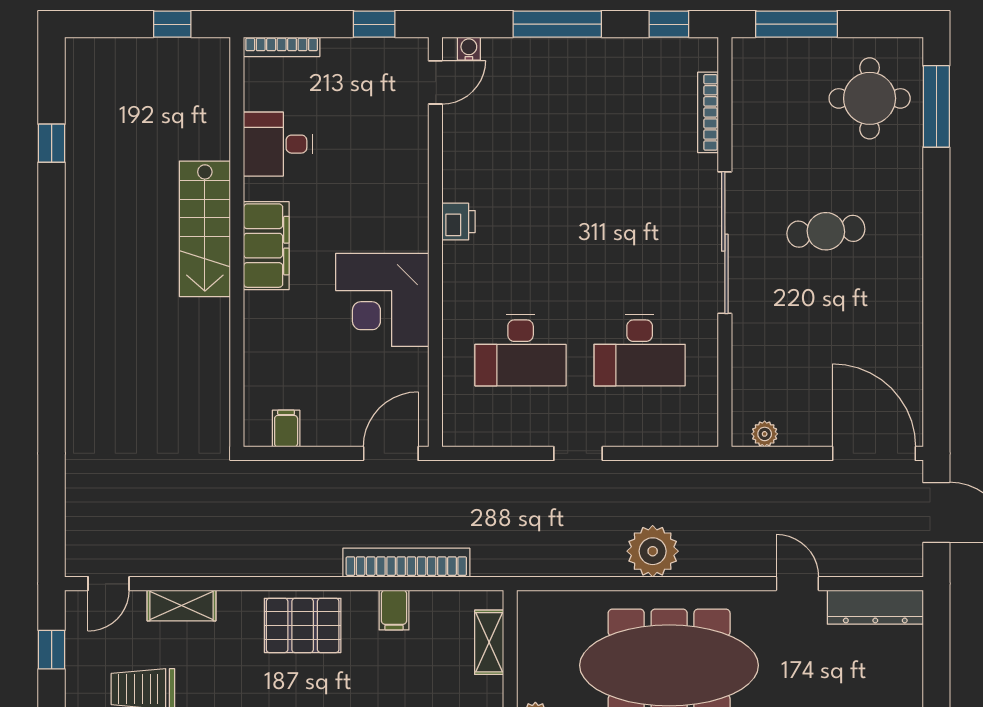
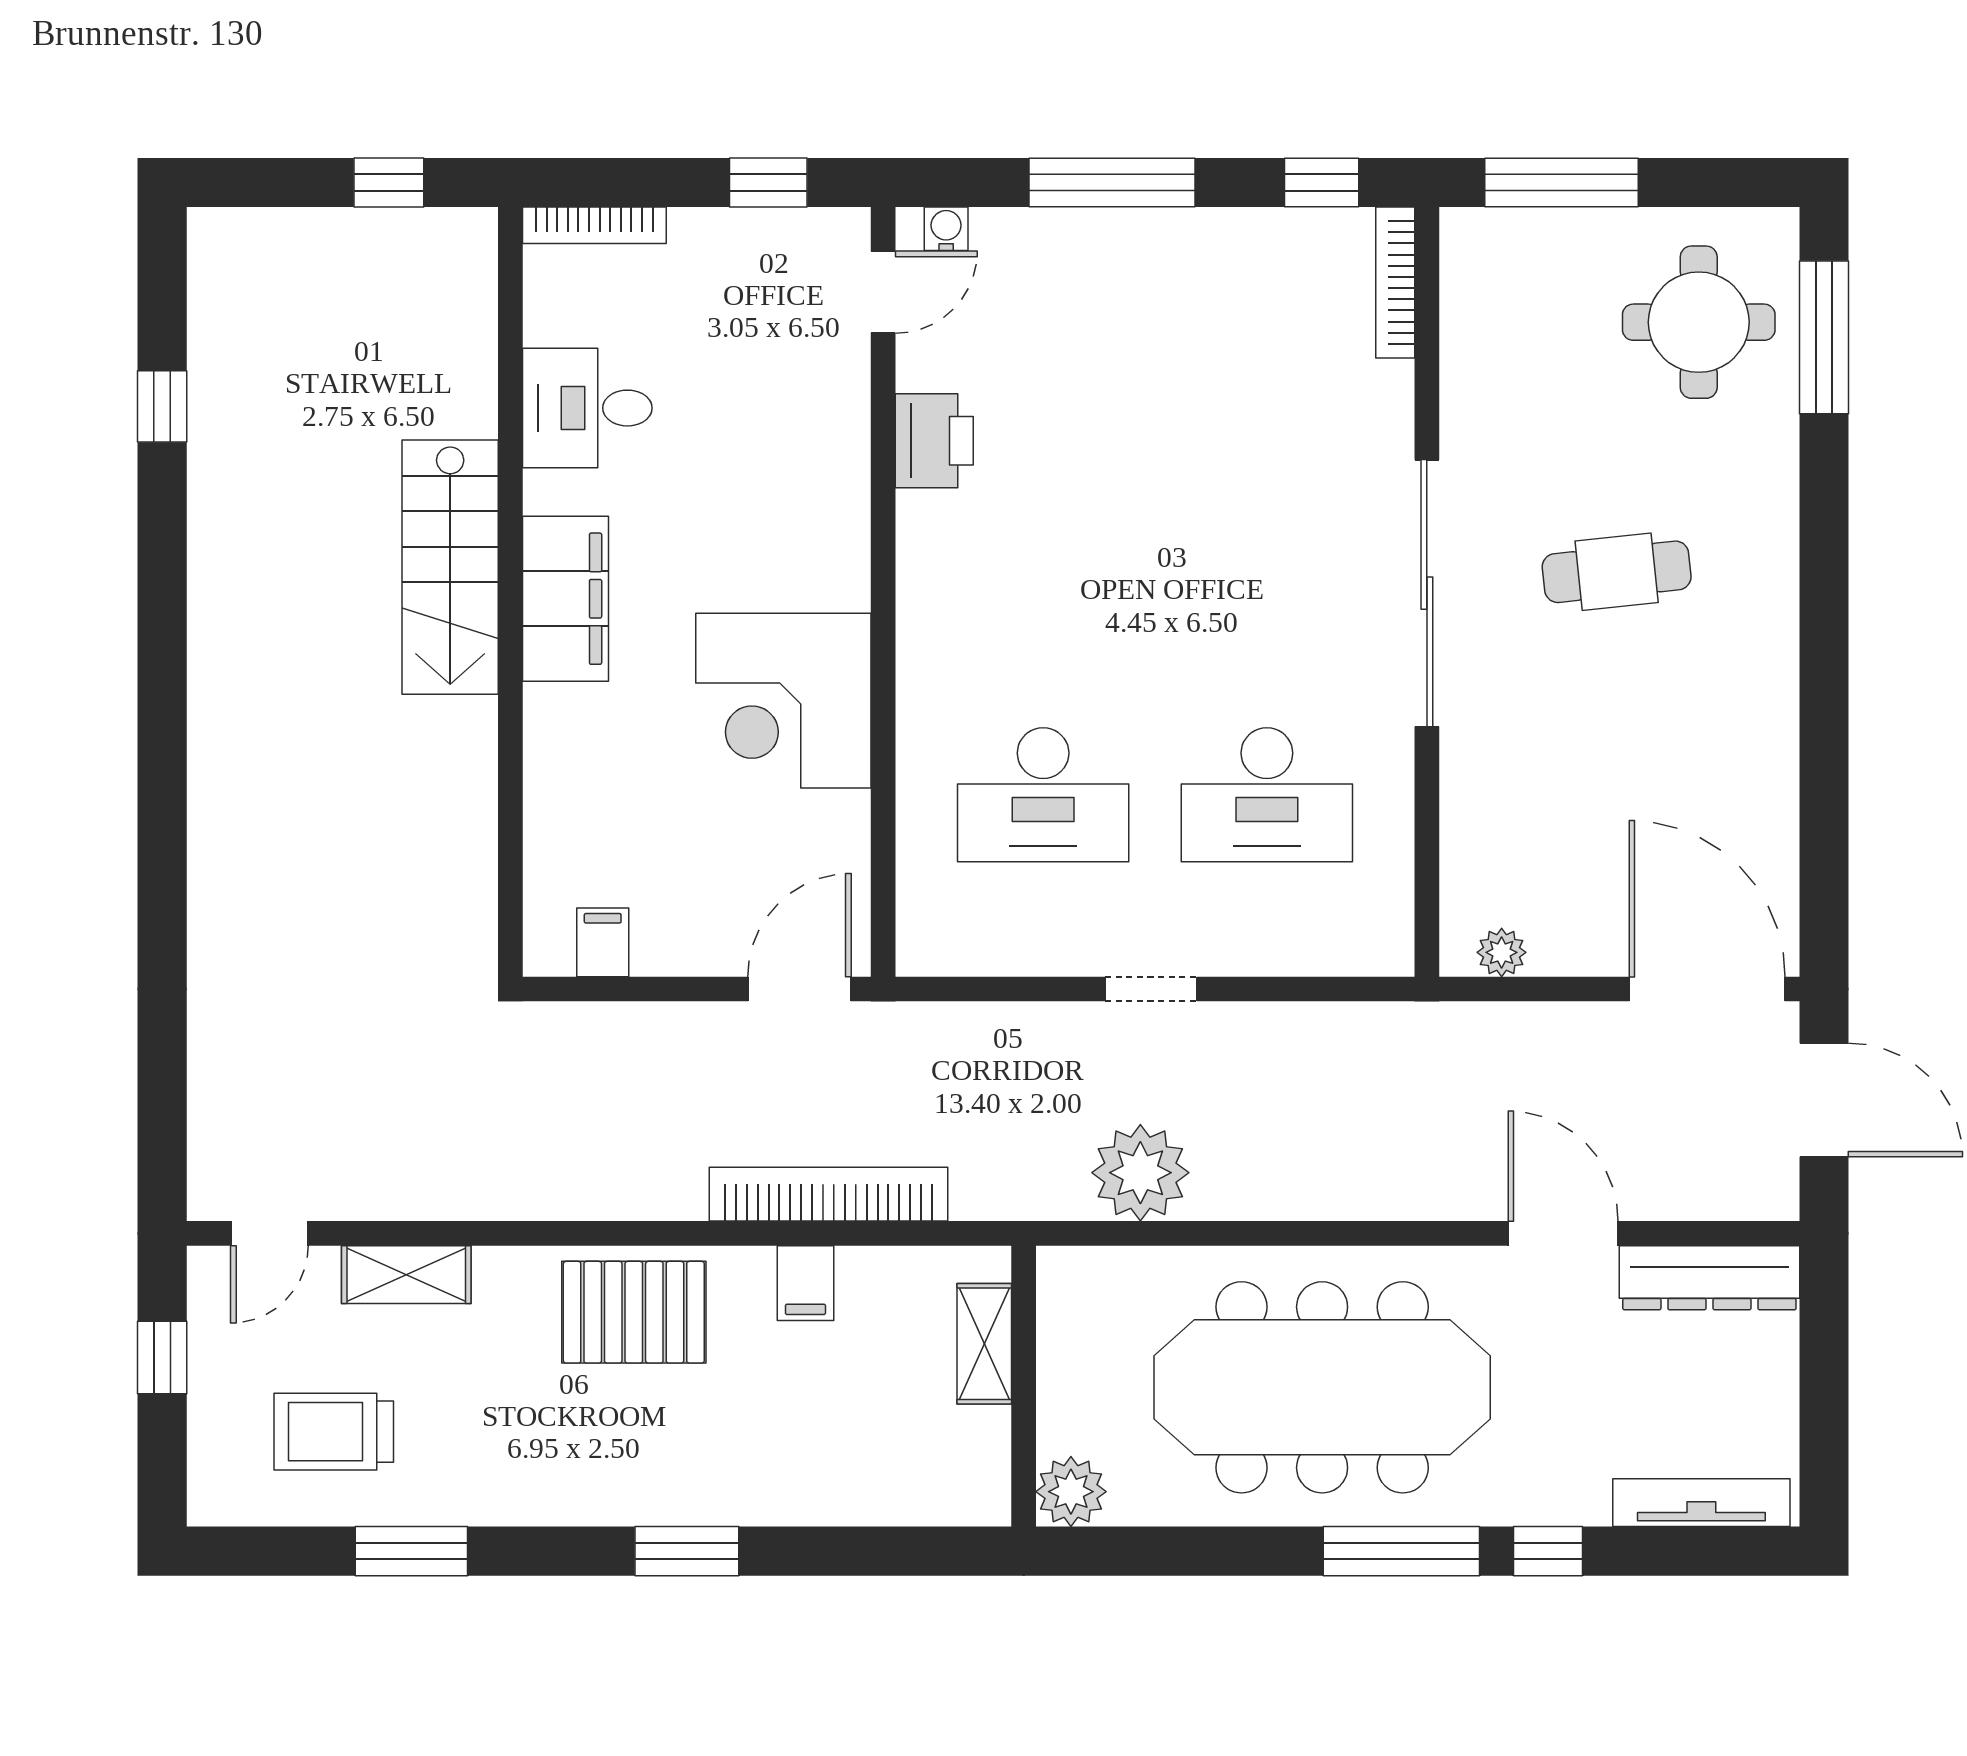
bookcase: (708, 112) -> (1395, 283), moved
printer: (459, 222) -> (934, 441), moved, width x1.36, depth x1.24
plant: (653, 551) -> (1140, 1173), moved
door: (797, 584) -> (1563, 1233), width x1.38

